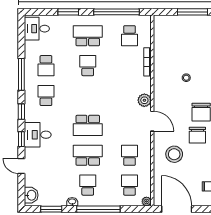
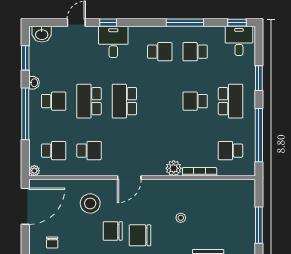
school desk: (88, 66) -> (195, 101), turned 180
plant: (144, 100) -> (174, 168), moved
window: (21, 112) -> (237, 23), moved
school desk: (88, 155) -> (89, 101), turned 180

